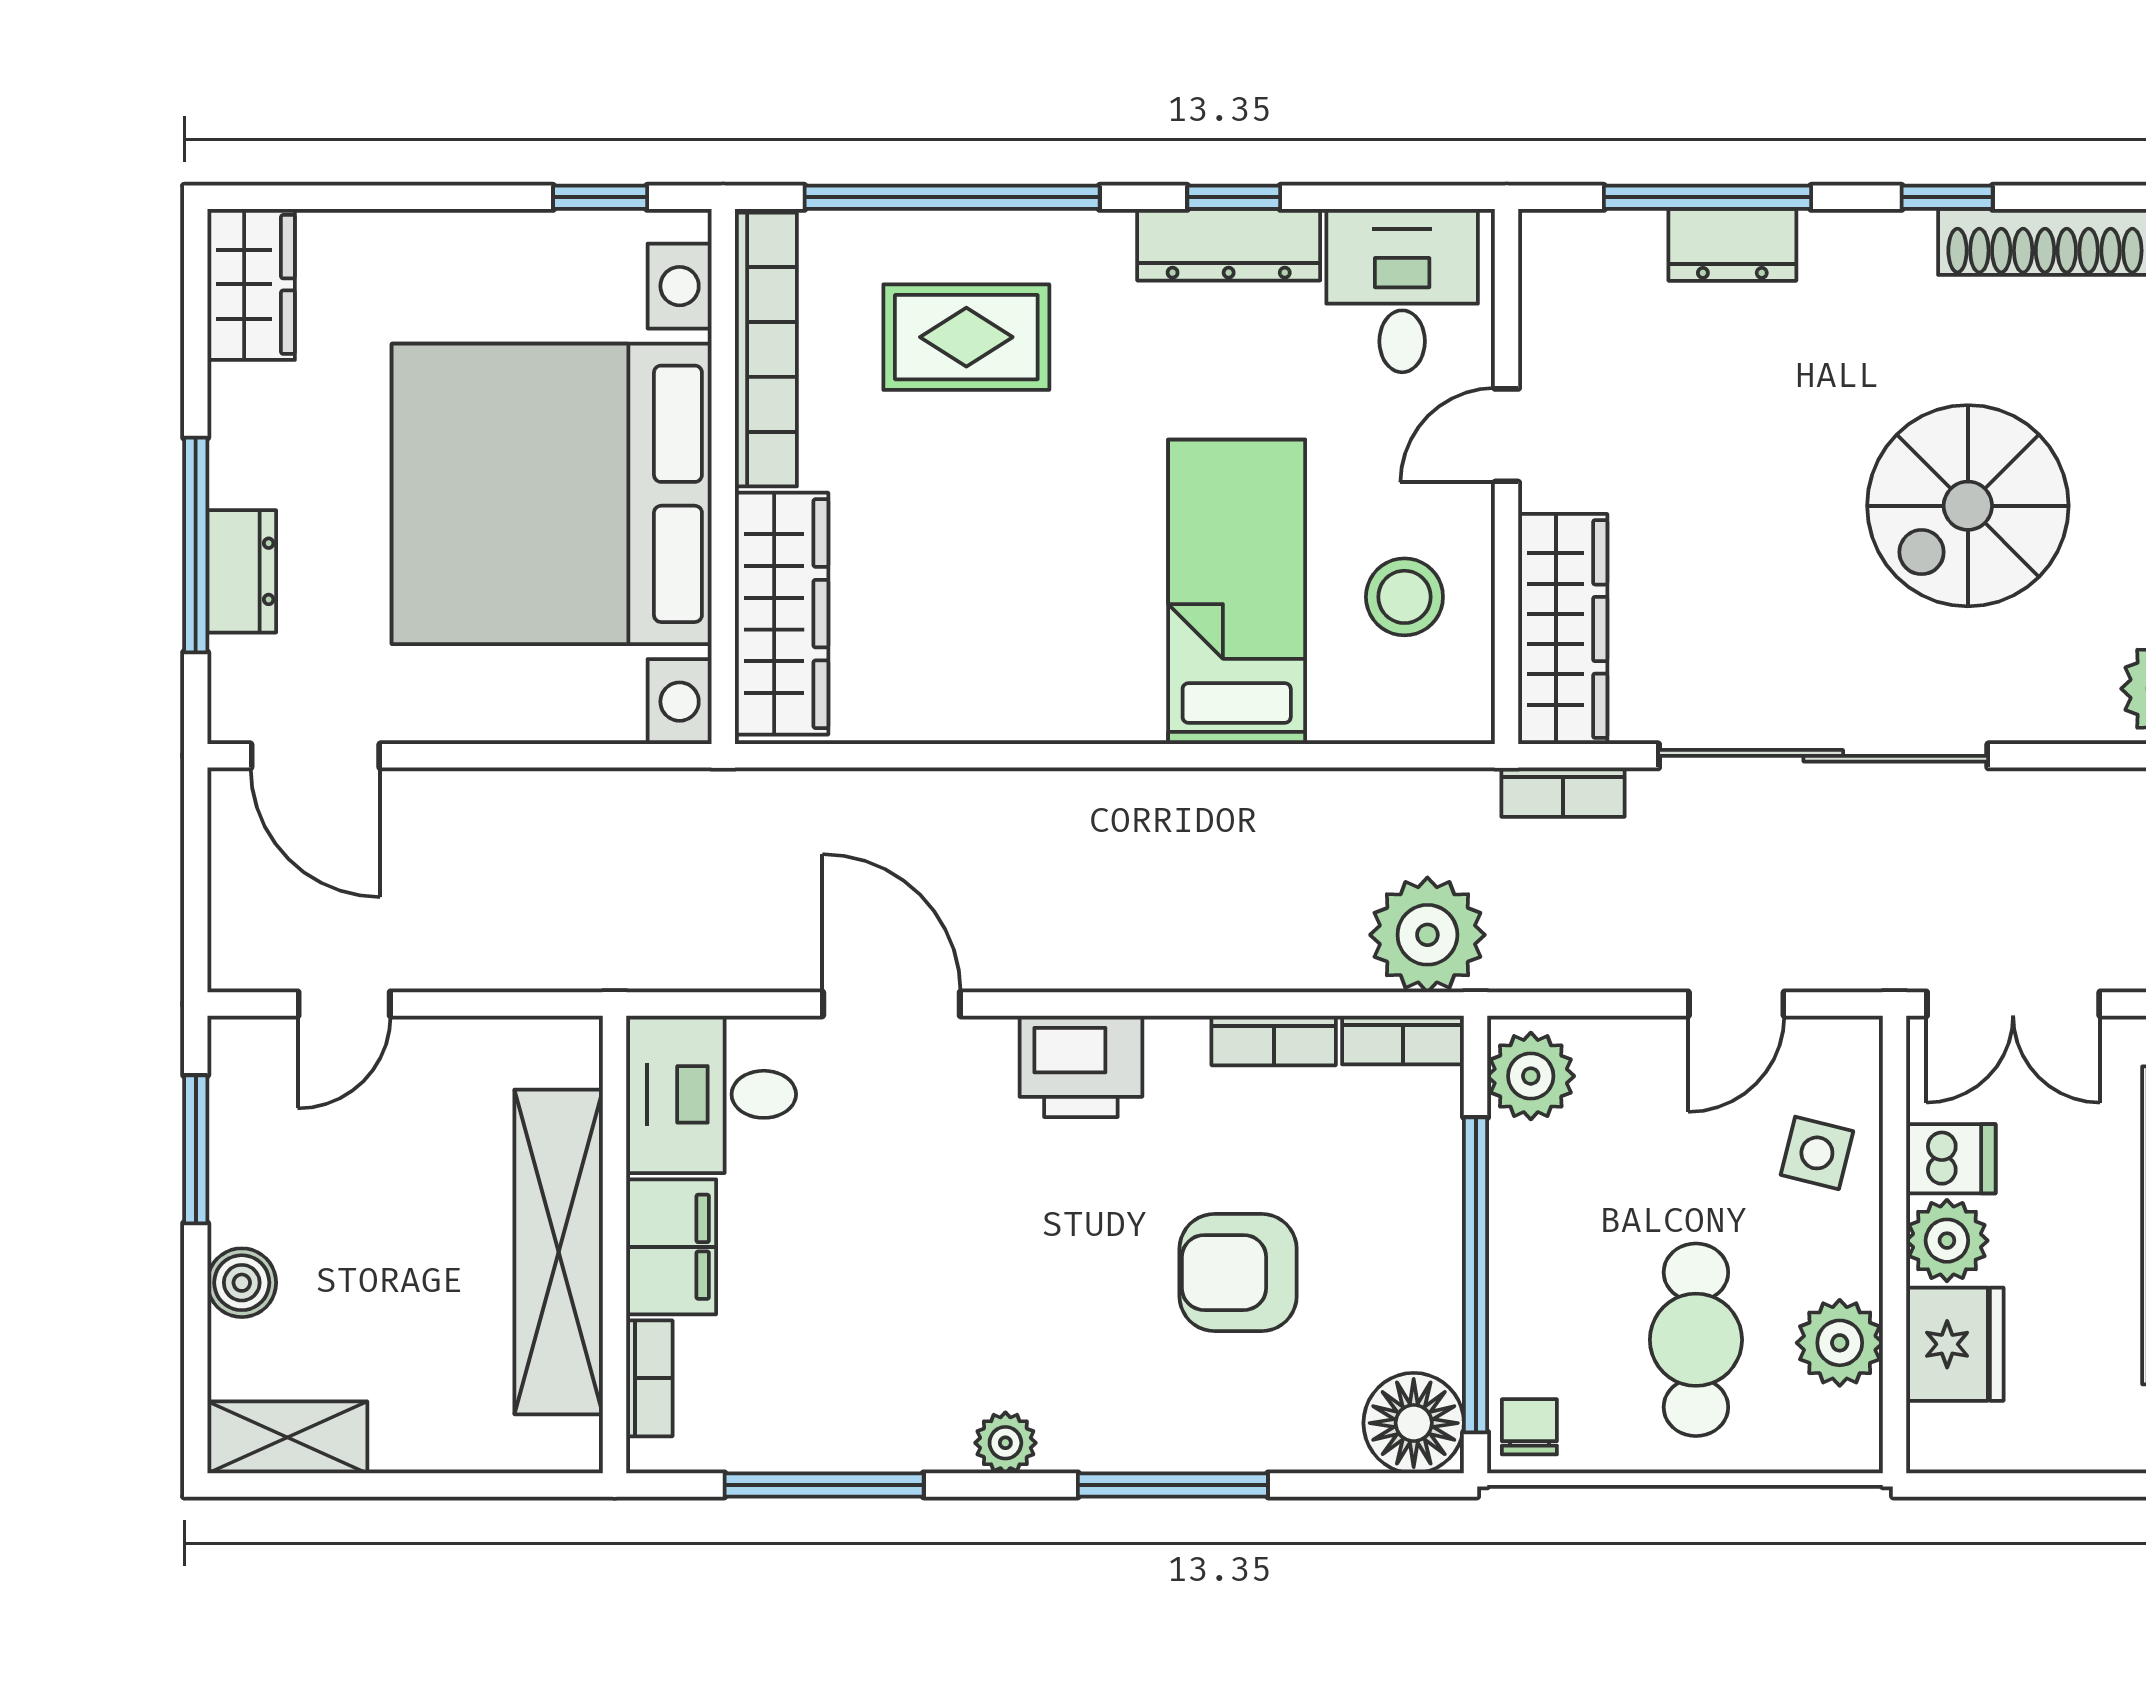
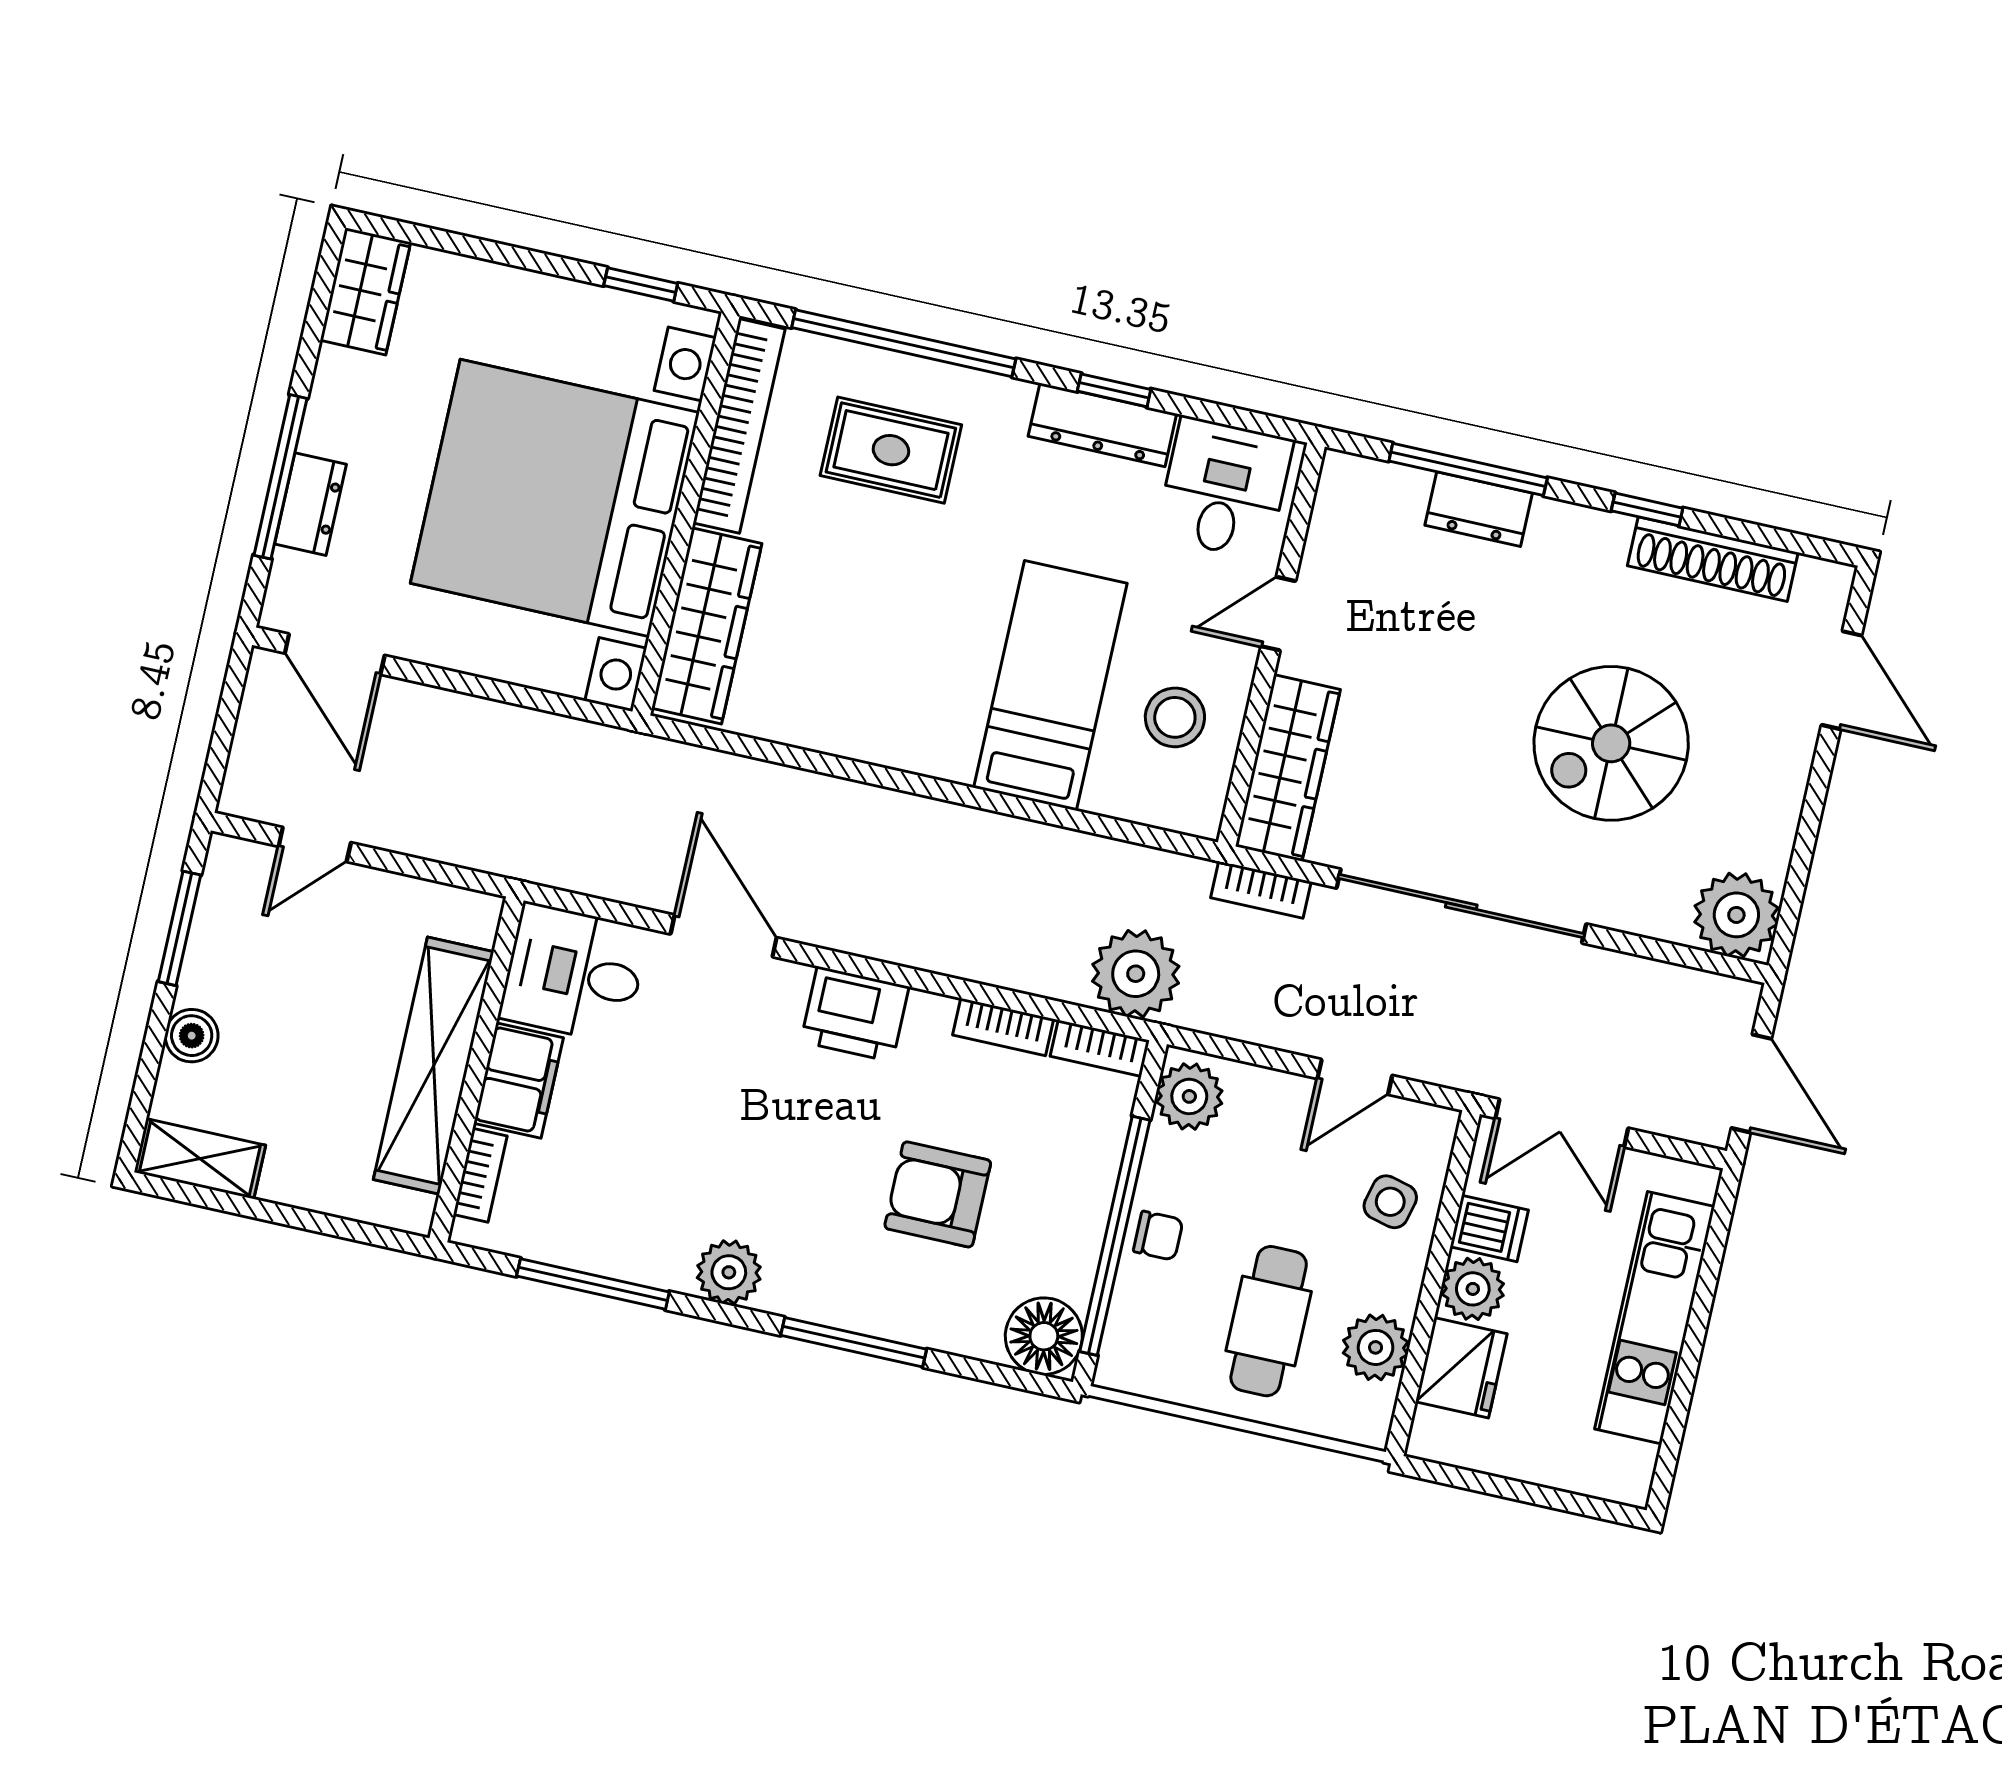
chair: (1529, 1427) -> (1158, 1236), moved, turned 90
plant: (1005, 1443) -> (729, 1272), width x1.38, depth x1.38

